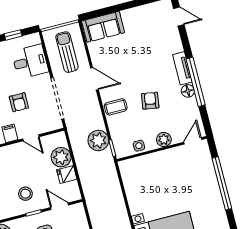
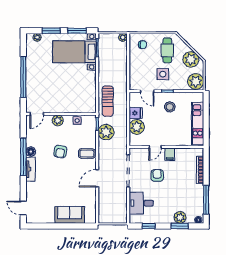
sofa: (103, 27) -> (70, 215), moved
sun lounger: (67, 52) -> (108, 101), moved
door: (94, 79) -> (97, 178), hinge flipped
door: (31, 138) -> (155, 147), swing flipped

